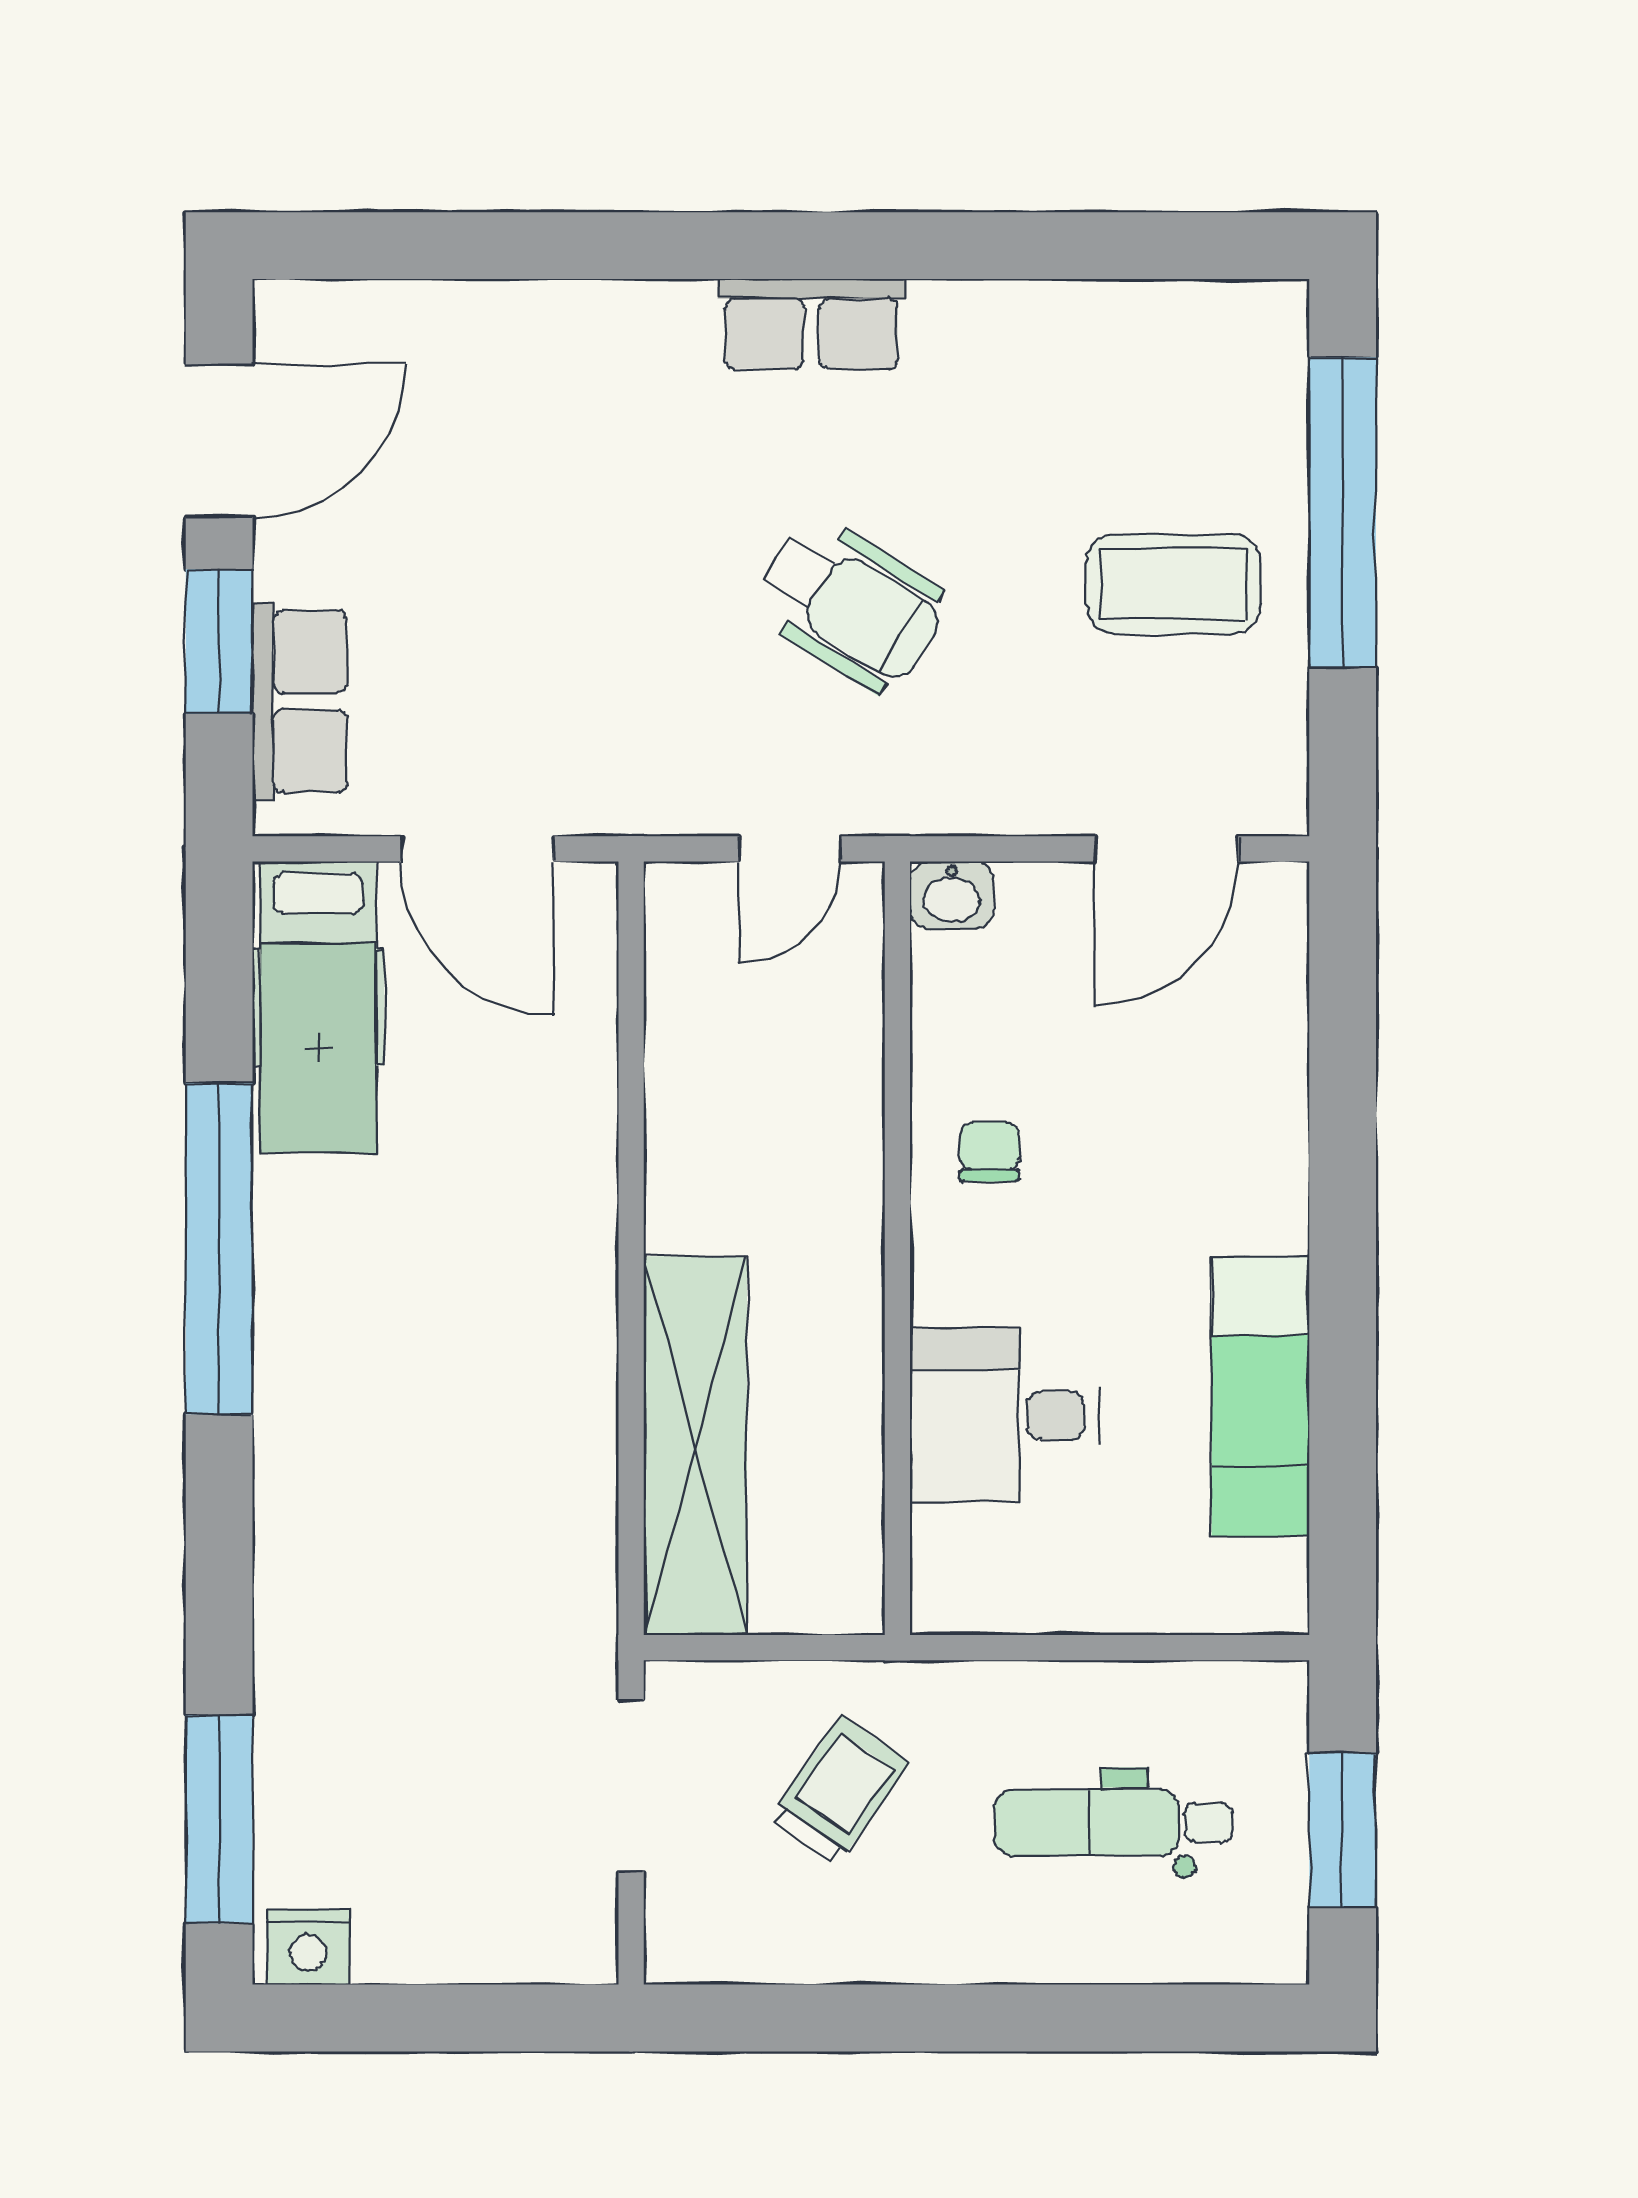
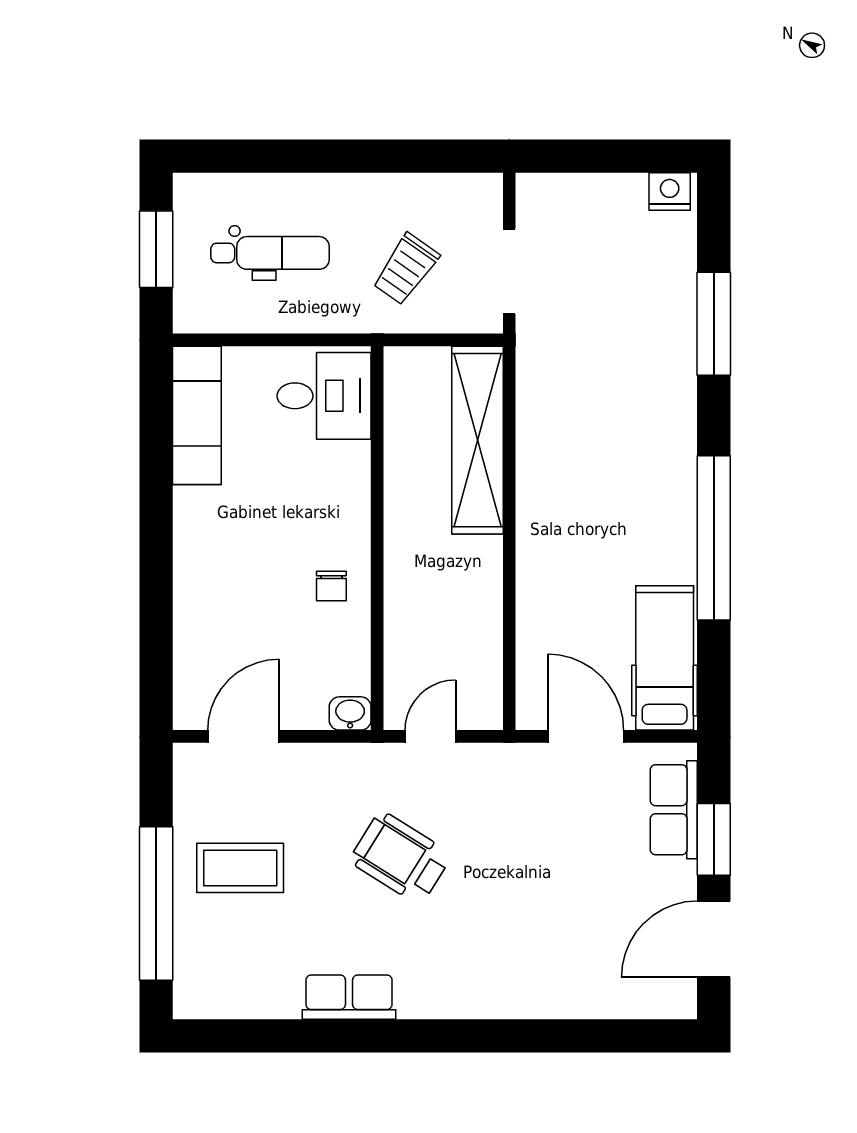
row of seats: (811, 324) -> (349, 997), moved
exam couch: (1260, 1396) -> (197, 415), moved
desk: (1004, 1415) -> (324, 396), moved
window: (219, 1819) -> (714, 324), moved

